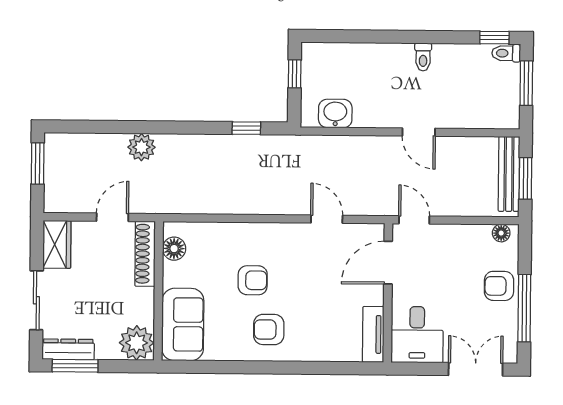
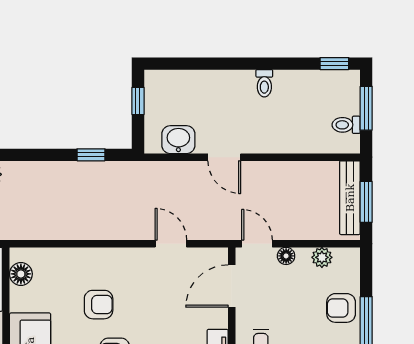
toilet: (506, 53) -> (346, 125), moved
door: (419, 132) -> (224, 157), moved
floor lamp: (501, 233) -> (286, 256), moved
plant: (480, 234) -> (322, 257), added

